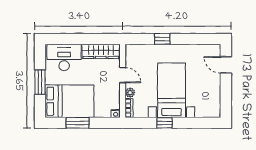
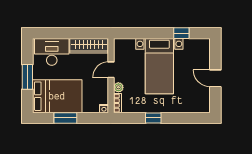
window: (162, 39) -> (181, 33), moved
door: (226, 65) -> (215, 78), moved
door: (123, 75) -> (111, 70), swing flipped
bed with nightstands: (172, 90) -> (159, 66), moved, turned 180

